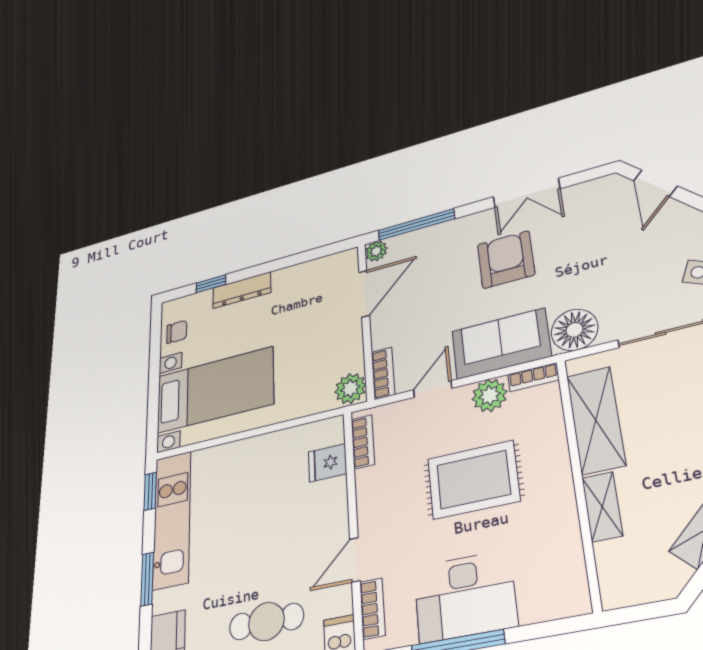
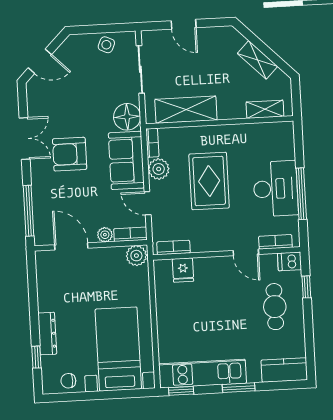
plant: (376, 251) -> (105, 235), moved
chair: (177, 332) -> (68, 381), turned -90
shelving: (602, 507) -> (265, 109), moved

